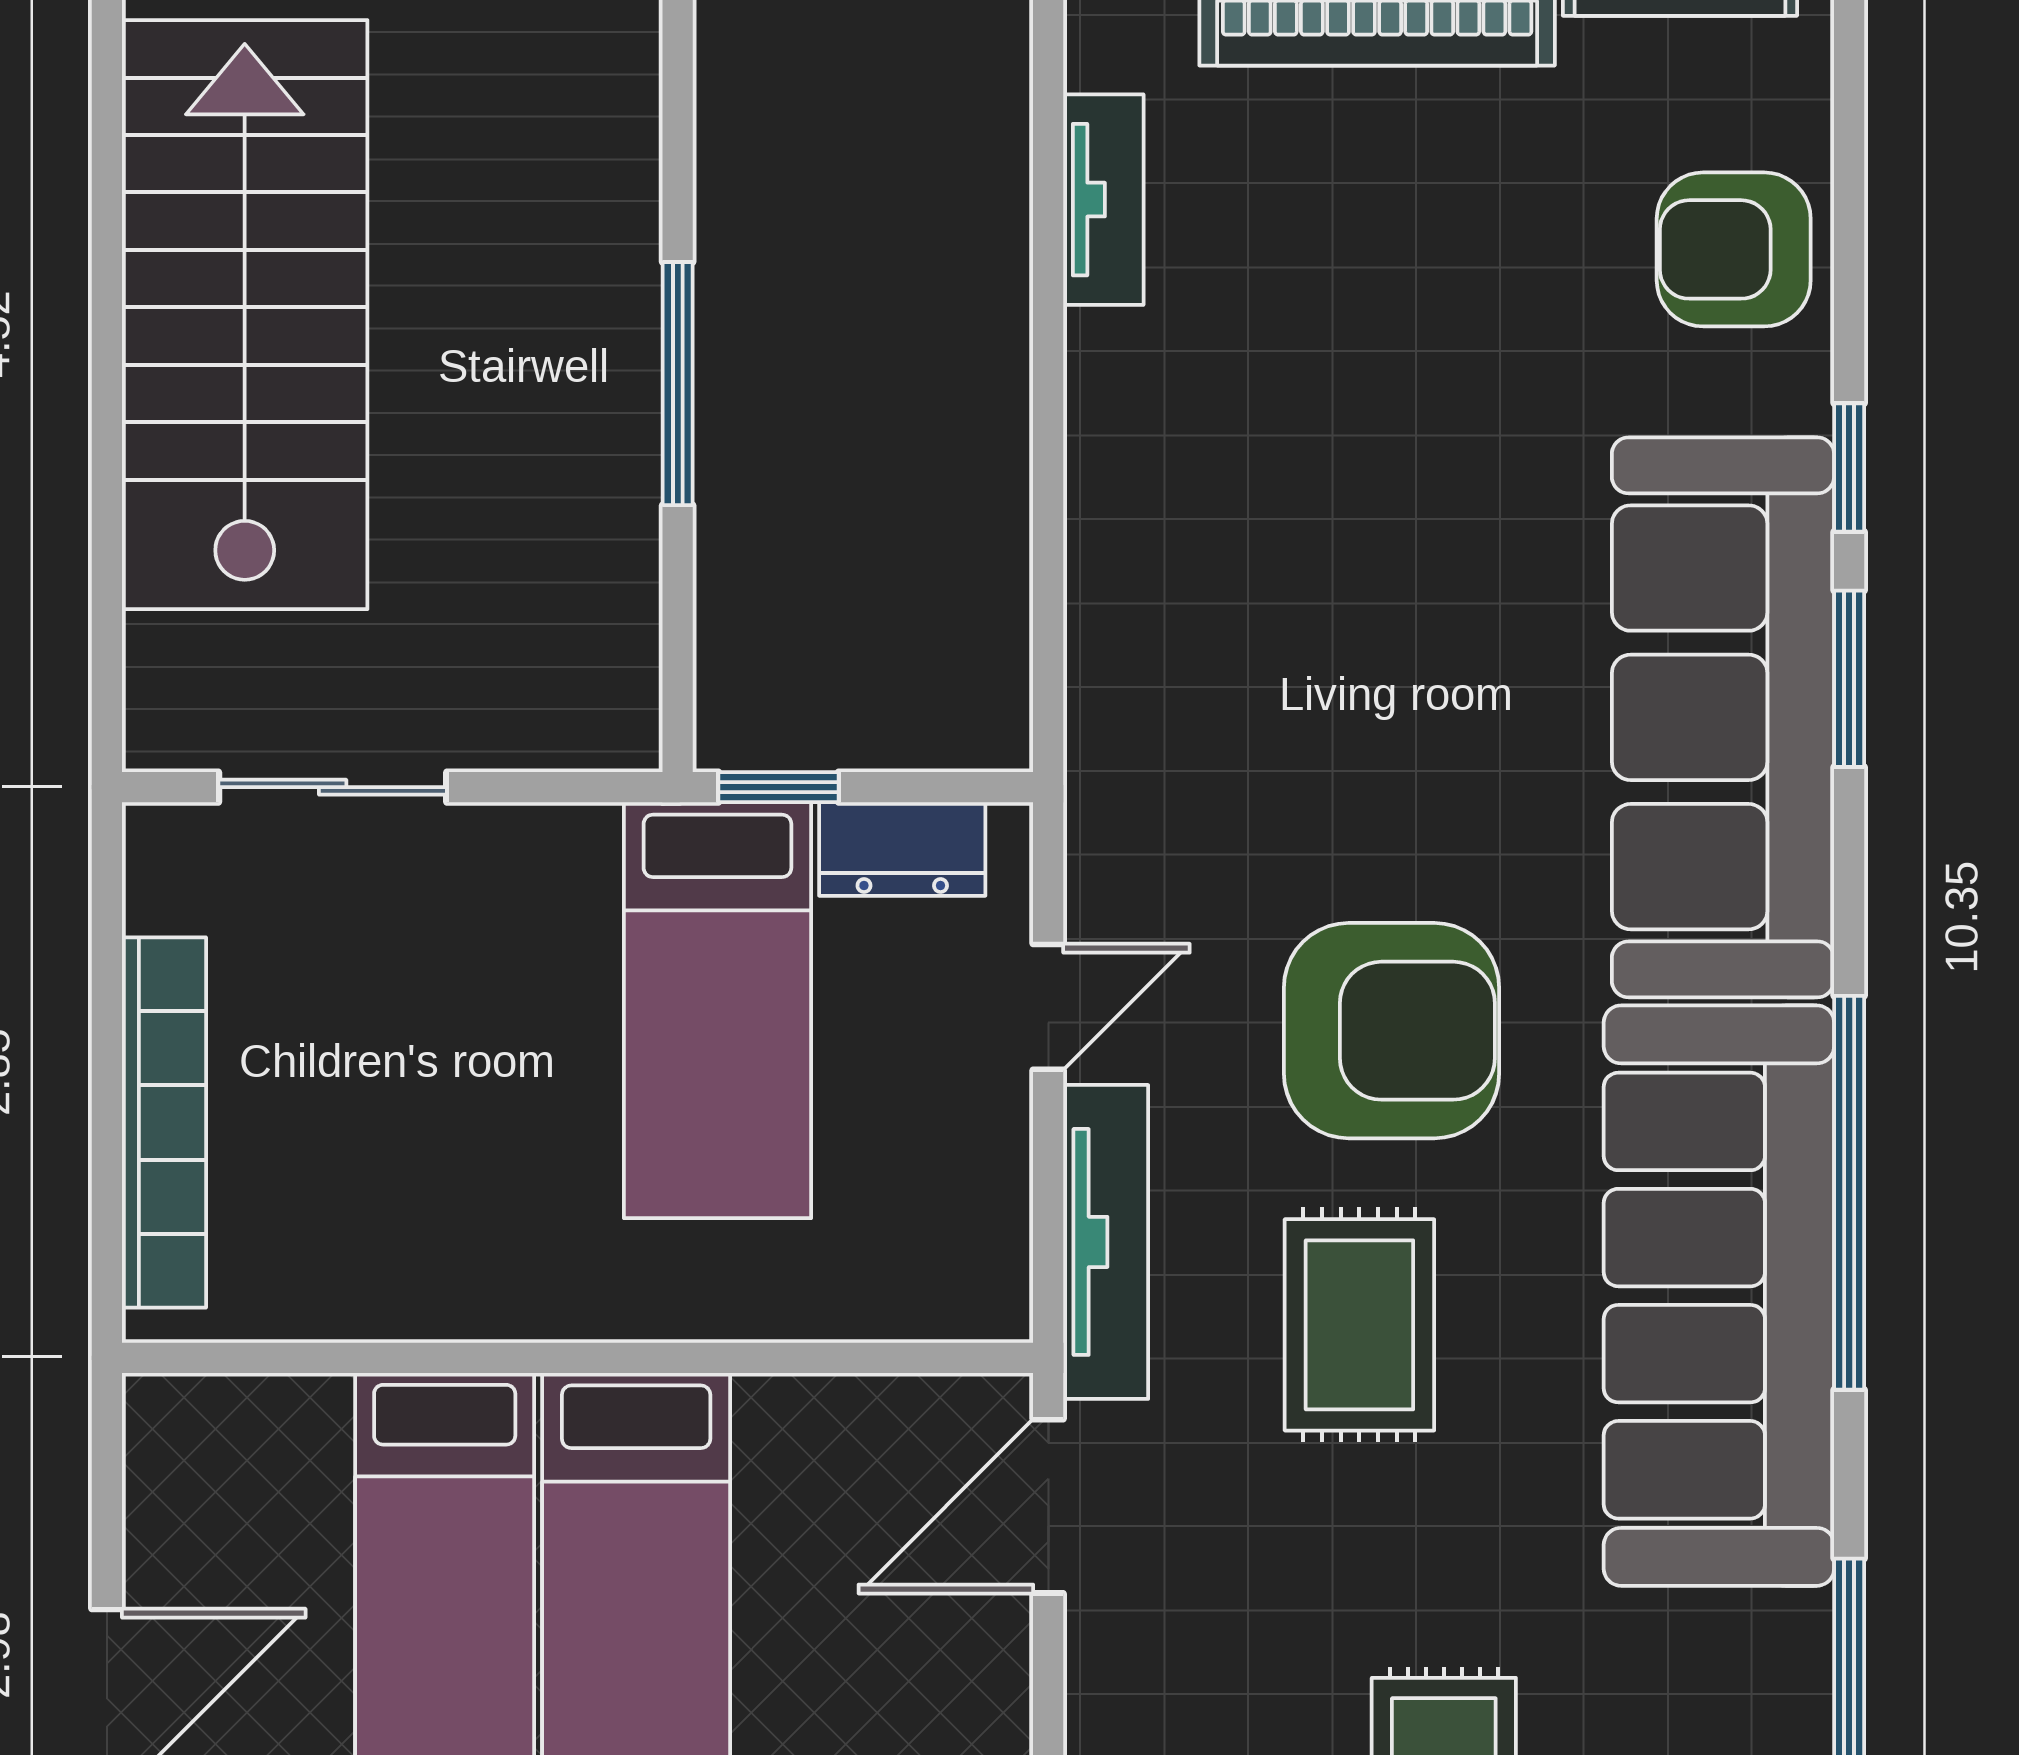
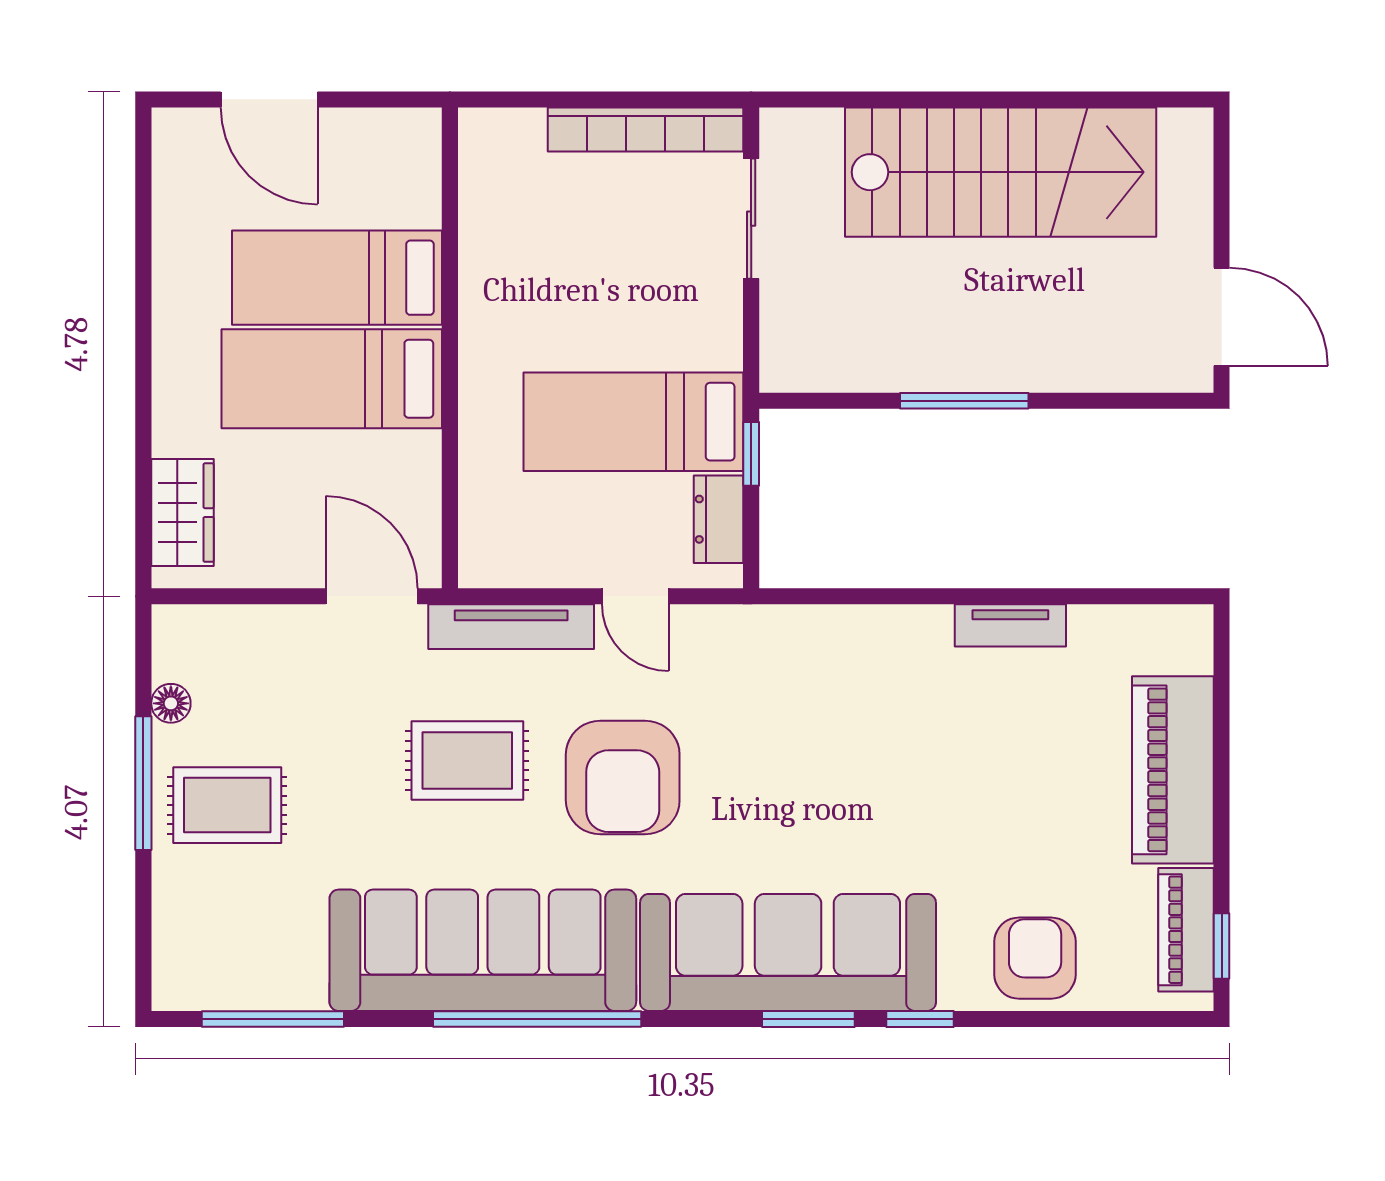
tv unit: (1103, 200) -> (1010, 625), moved
bookcase: (164, 1123) -> (646, 130), moved

